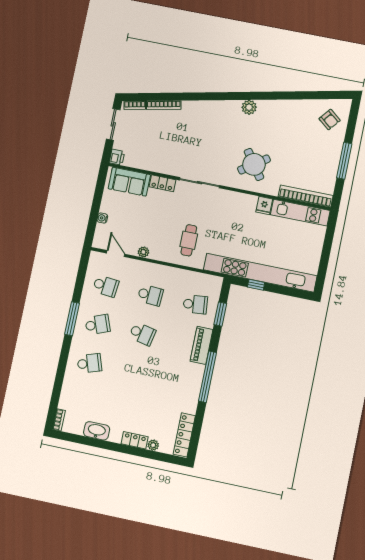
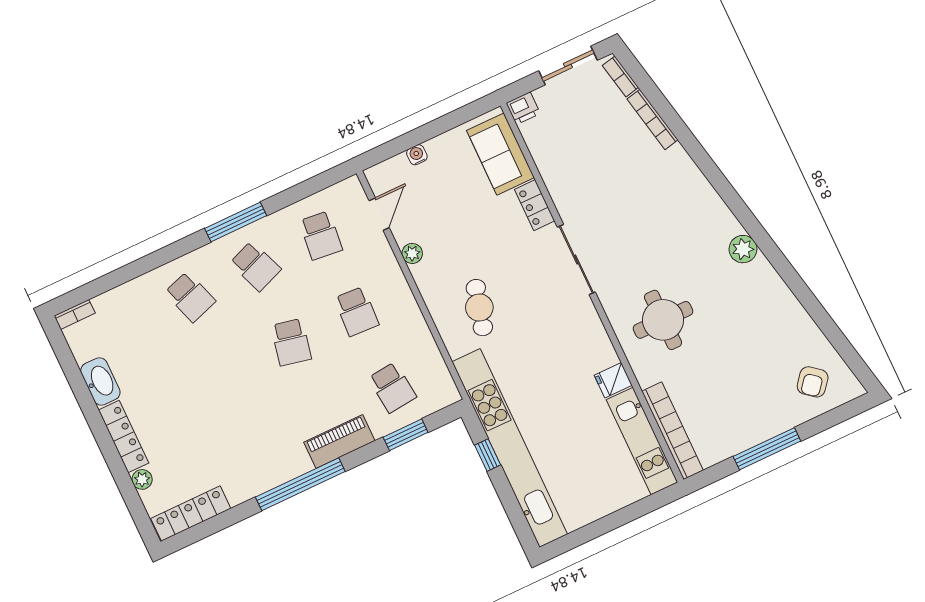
round table: (254, 164) -> (663, 320), turned 35
cafe table: (189, 240) -> (479, 308), turned -75
locker: (135, 440) -> (124, 436), width x1.53

